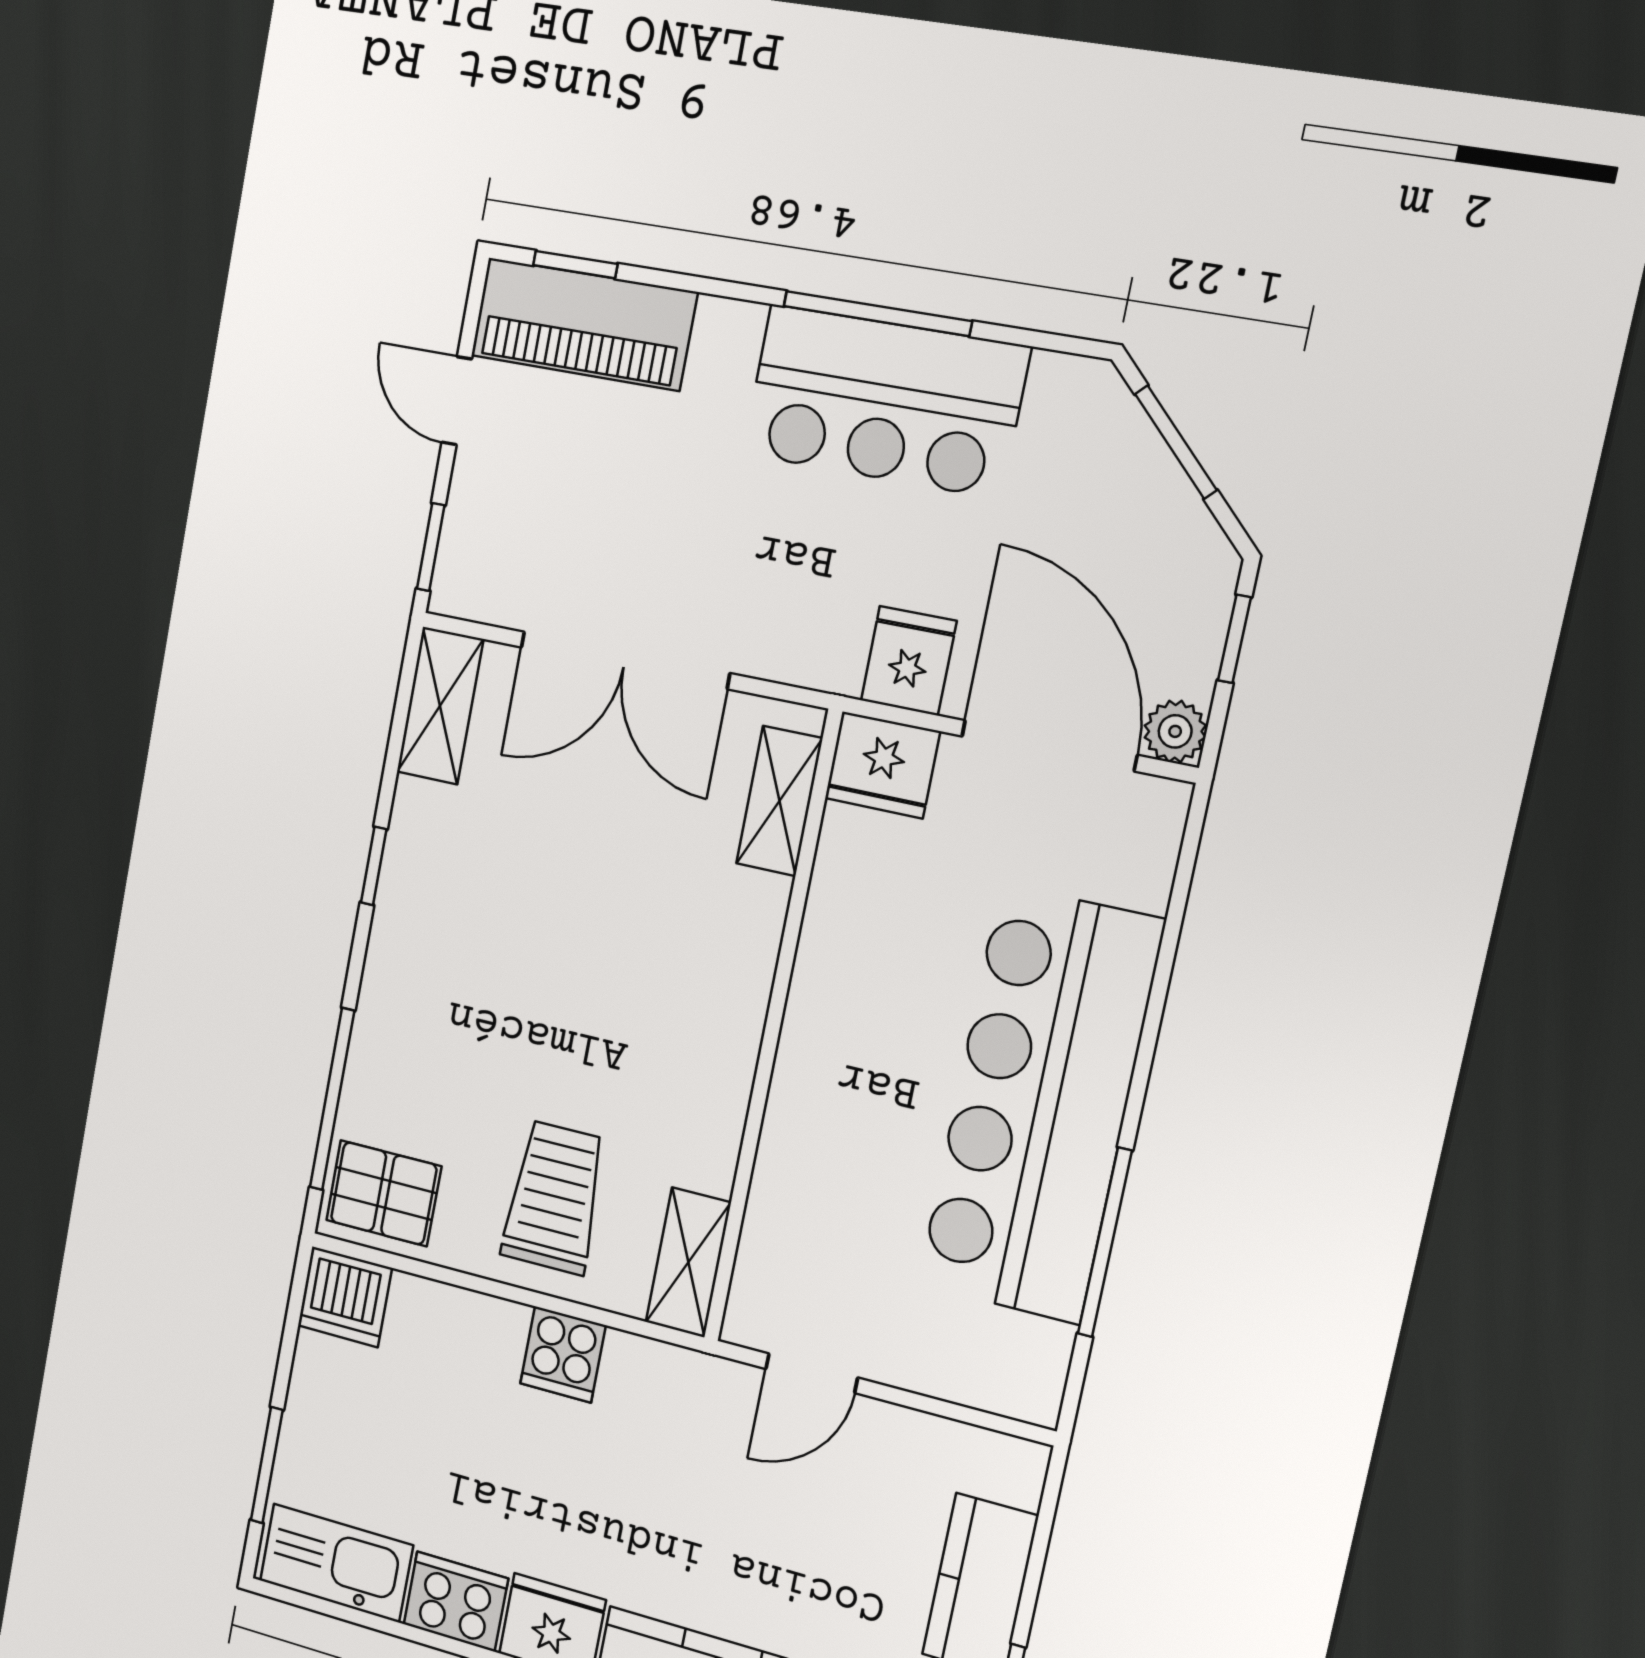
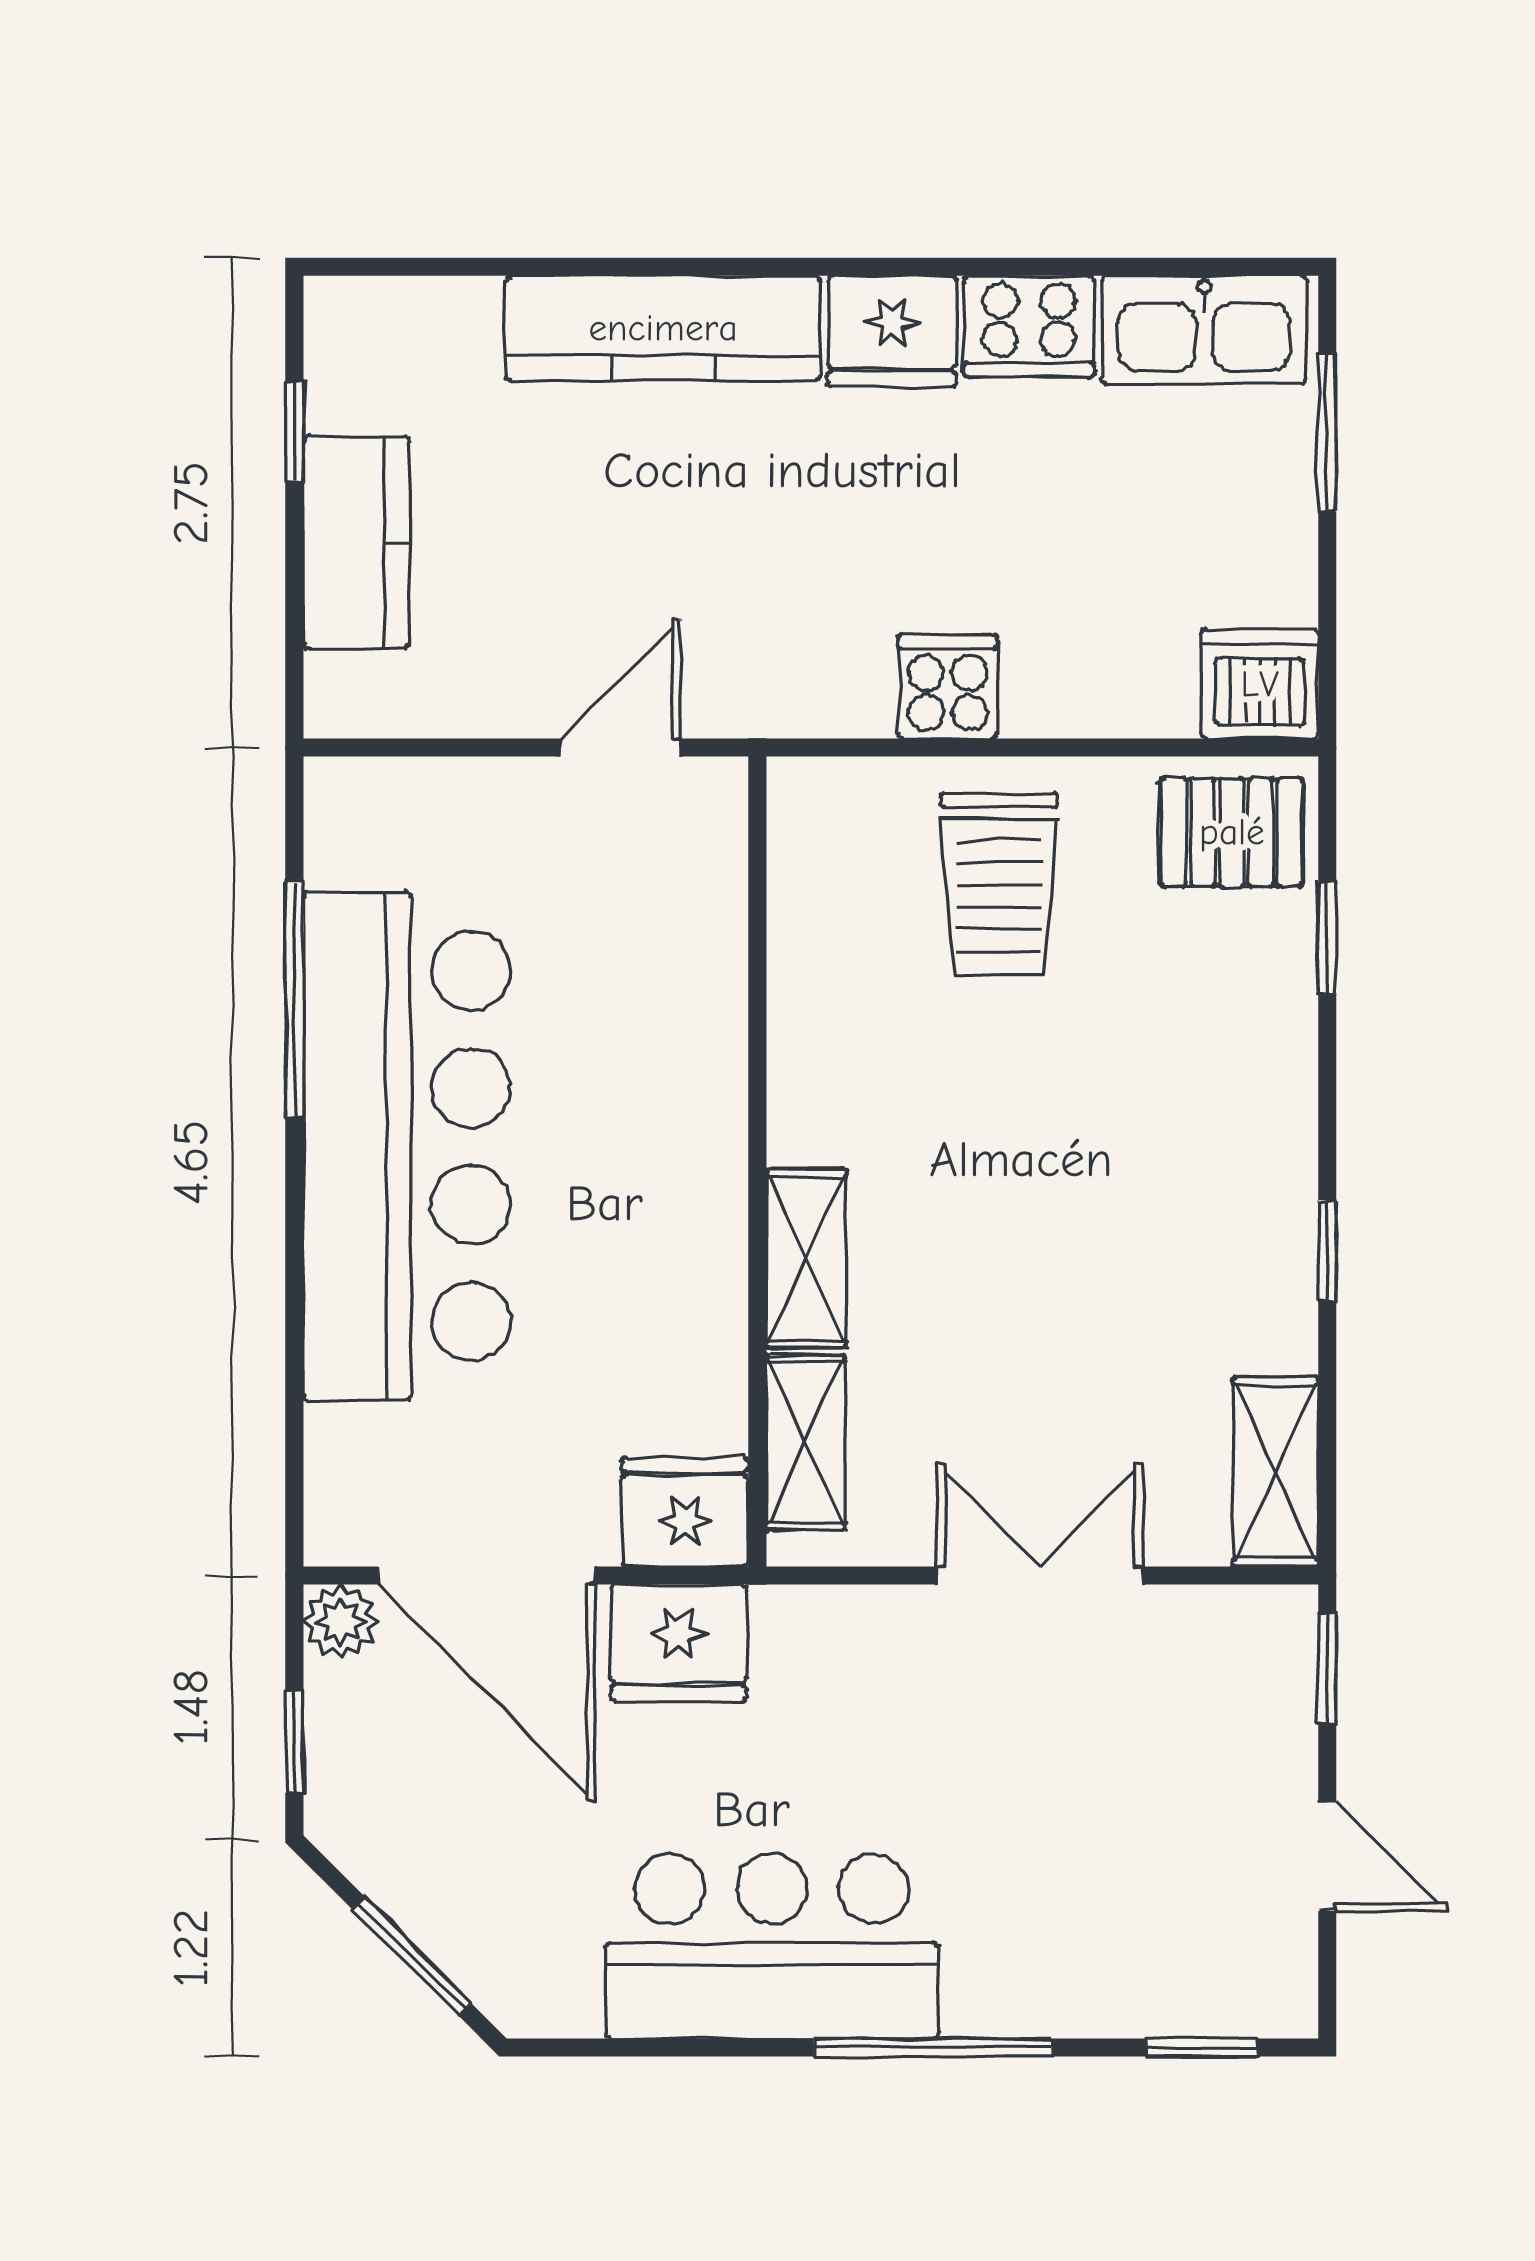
window: (877, 313) -> (933, 2047), moved
piano: (583, 324) -> (1176, 1977), removed
double door: (625, 660) -> (1040, 1576), width x0.73
fridge: (909, 661) -> (678, 1643), width x1.38
window: (332, 1099) -> (1327, 937), width x0.46
shelving: (688, 1262) -> (806, 1259), moved

